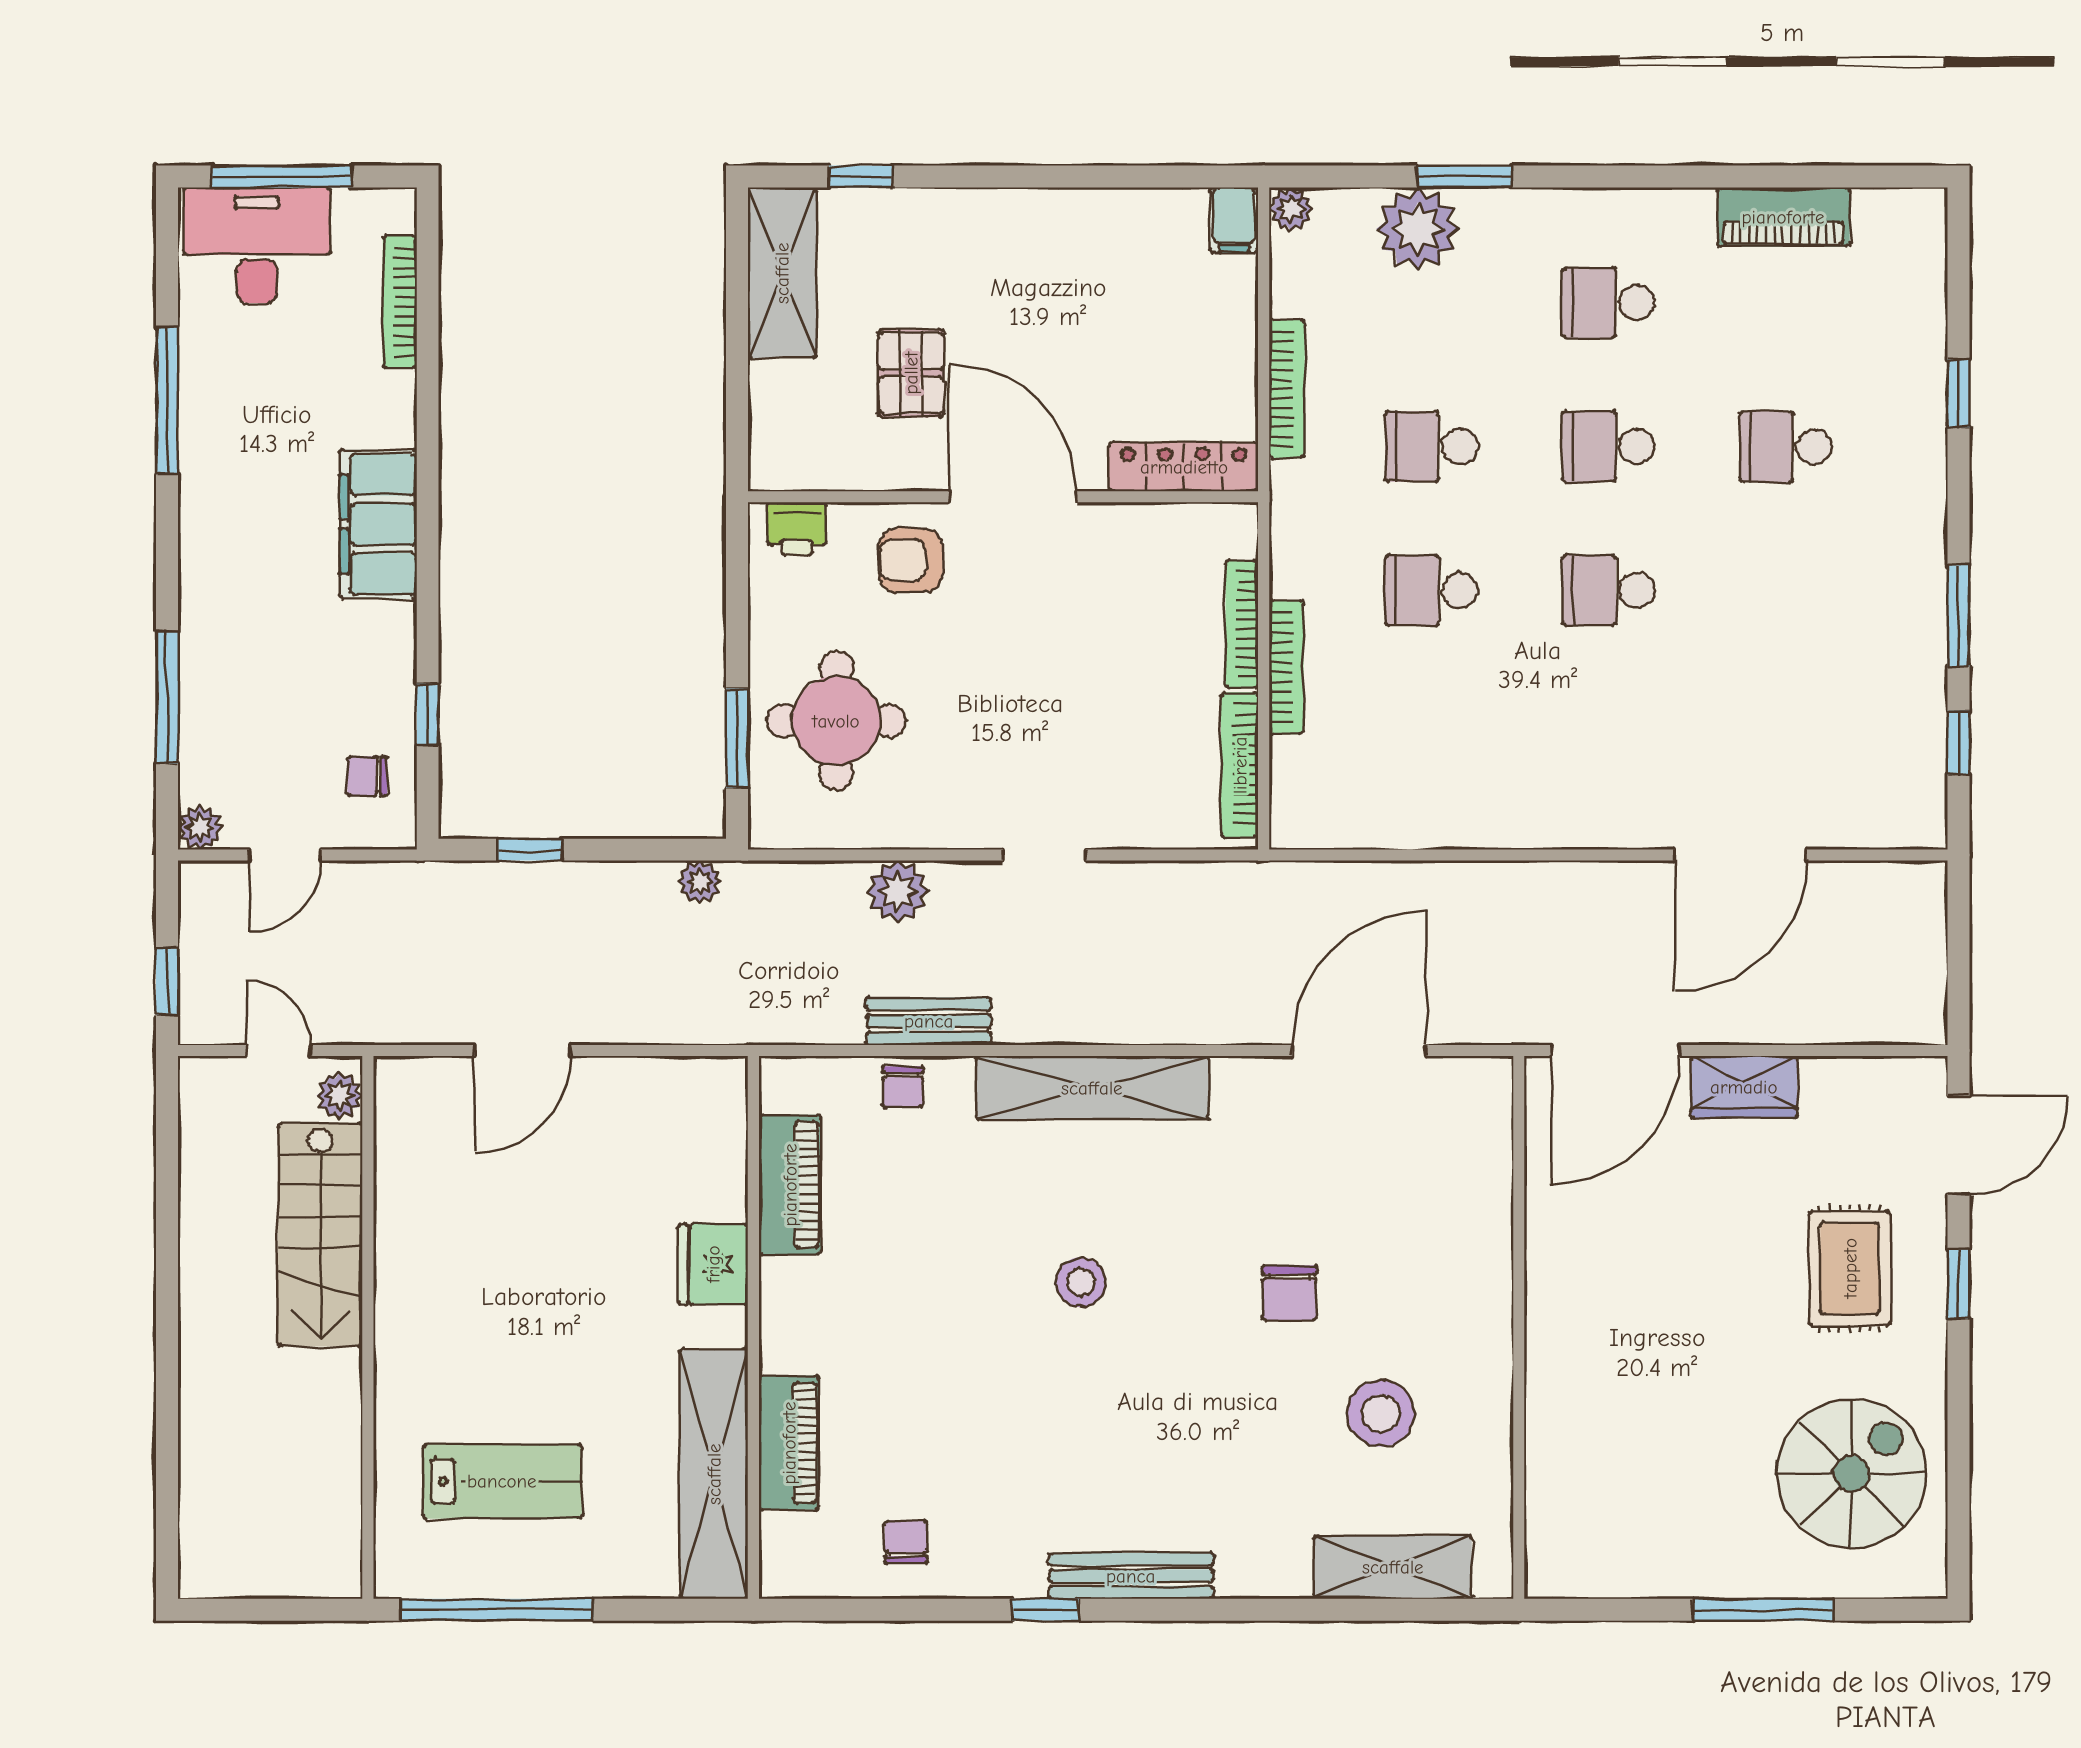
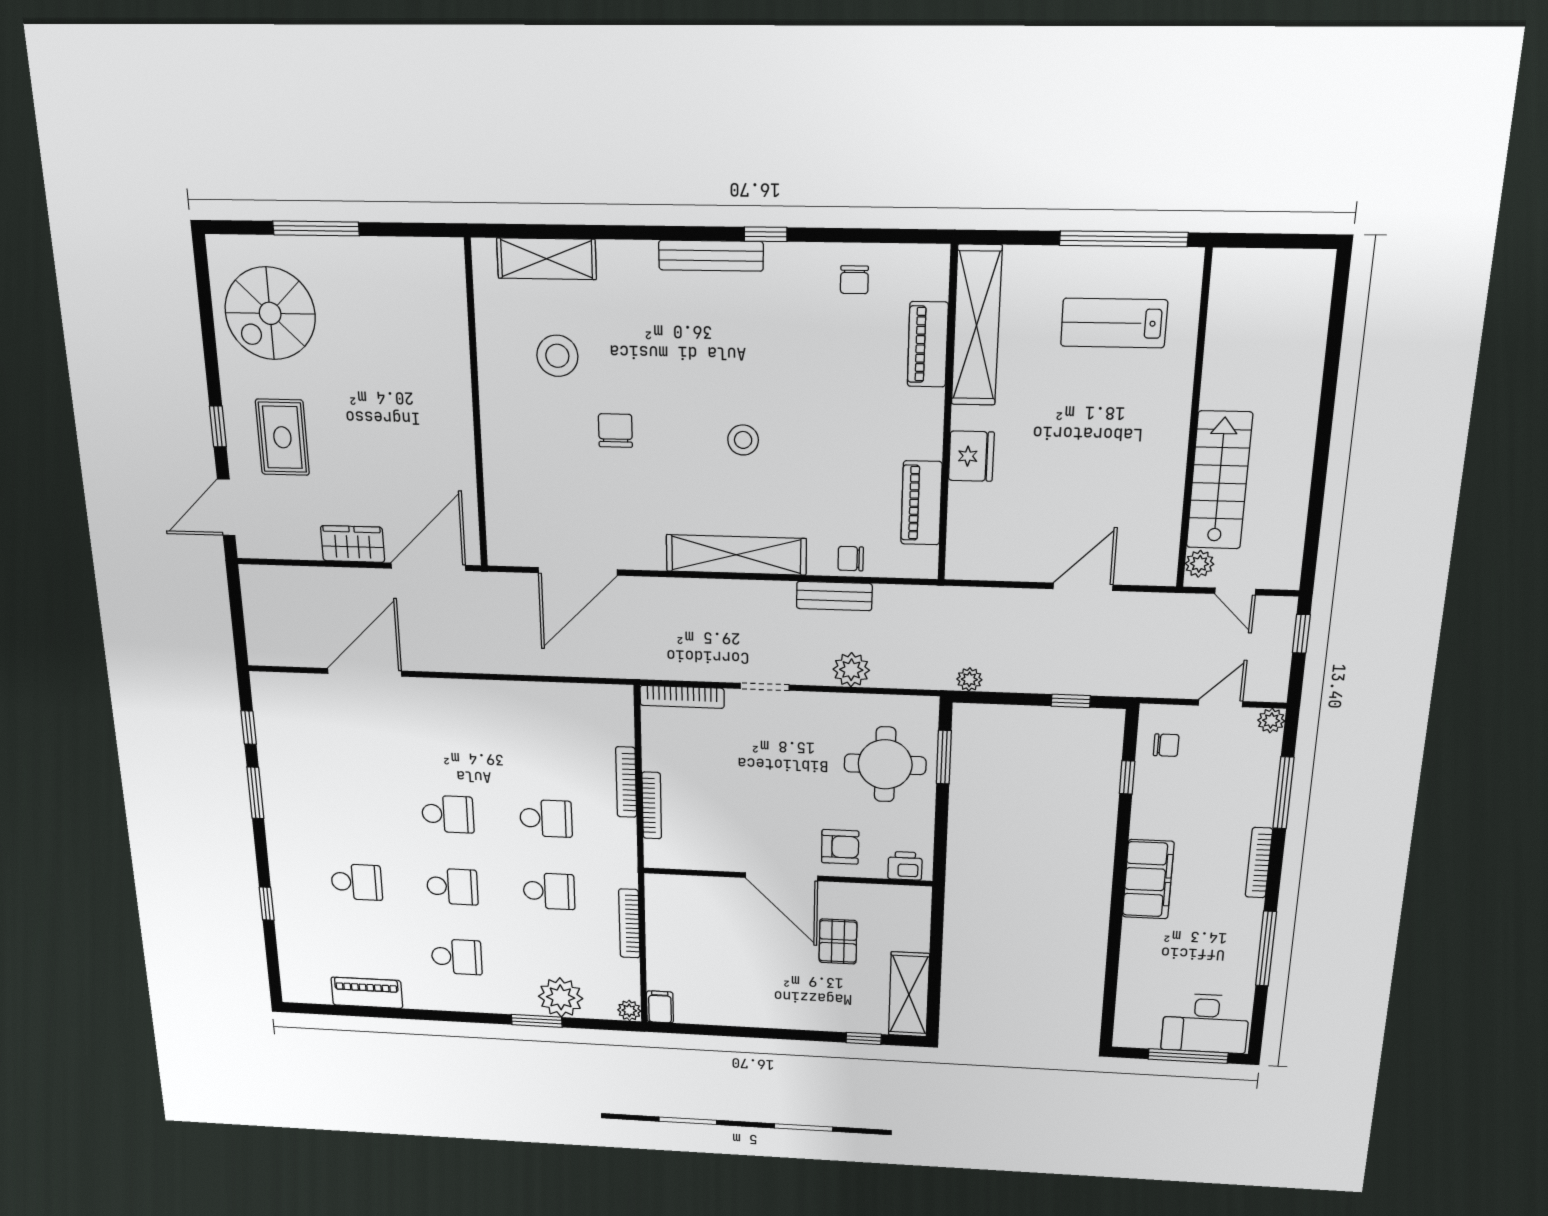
bookcase: (400, 302) -> (1259, 863), moved, turned 180
locker: (1184, 467) -> (686, 887), removed
bookcase: (1240, 765) -> (682, 697), moved, turned 90
chair: (903, 1087) -> (851, 559), turned -90

